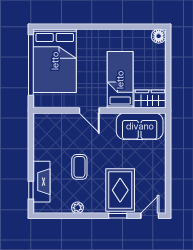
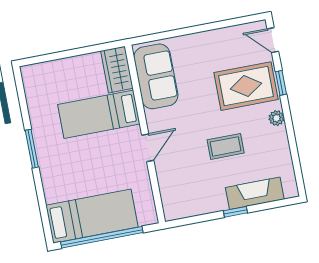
window: (105, 27) -> (32, 149), added
floor lamp: (159, 36) -> (31, 74), removed
bed: (55, 61) -> (92, 216), width x0.67
window: (31, 190) -> (235, 212), moved
plant: (77, 208) -> (277, 118), moved

